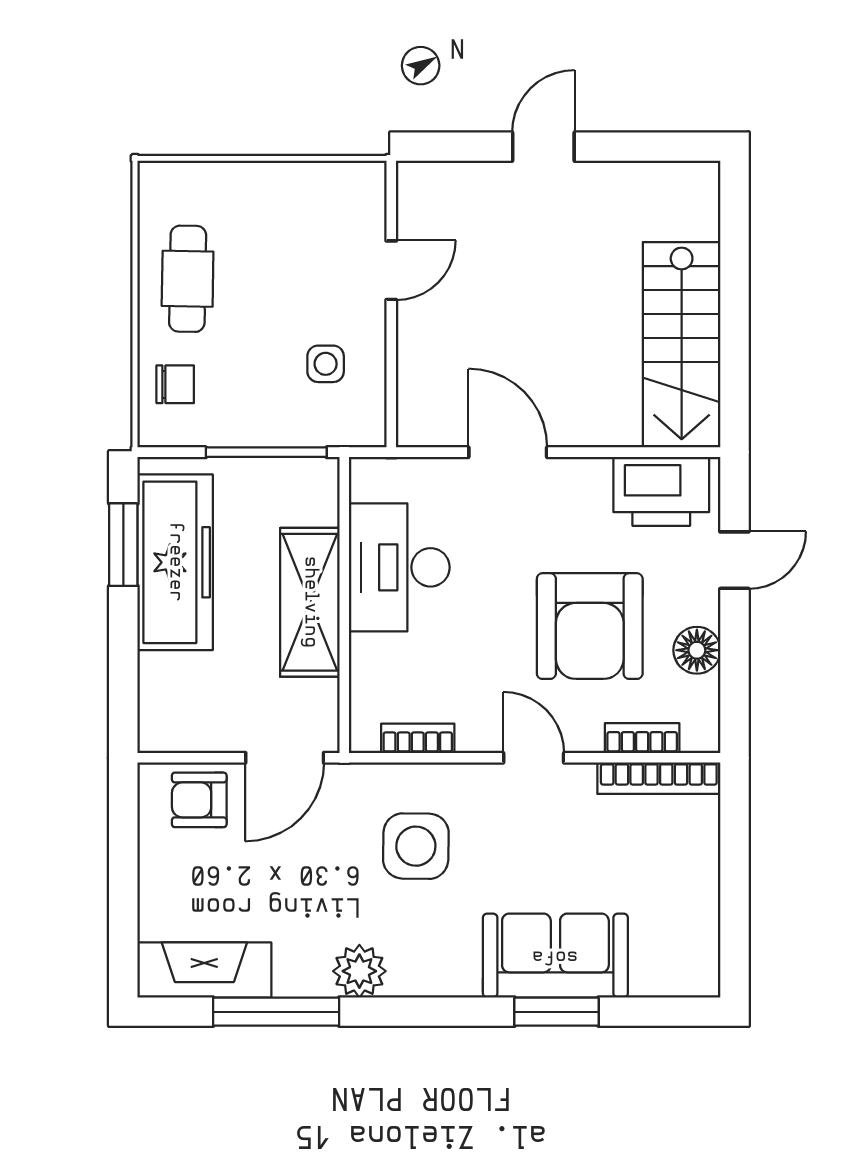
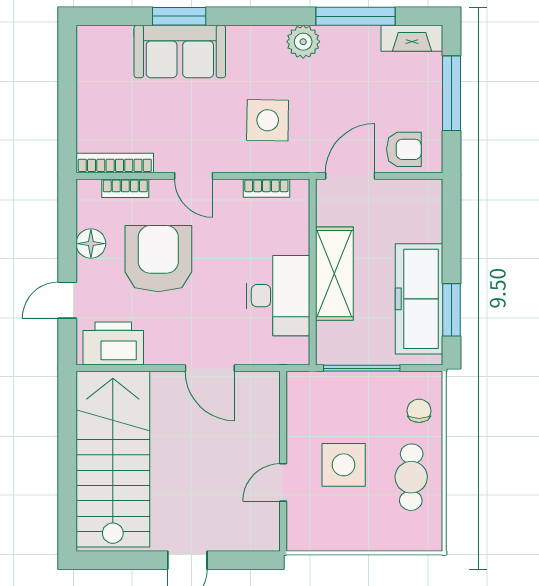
stairs: (682, 345) -> (113, 459), width x1.36, depth x1.51
side table: (326, 364) -> (344, 465), moved, width x1.87, depth x1.87
chair: (175, 384) -> (419, 411), turned 90
window: (123, 889) -> (452, 93), added
fireplace: (204, 970) -> (412, 38), width x0.73, depth x0.76

